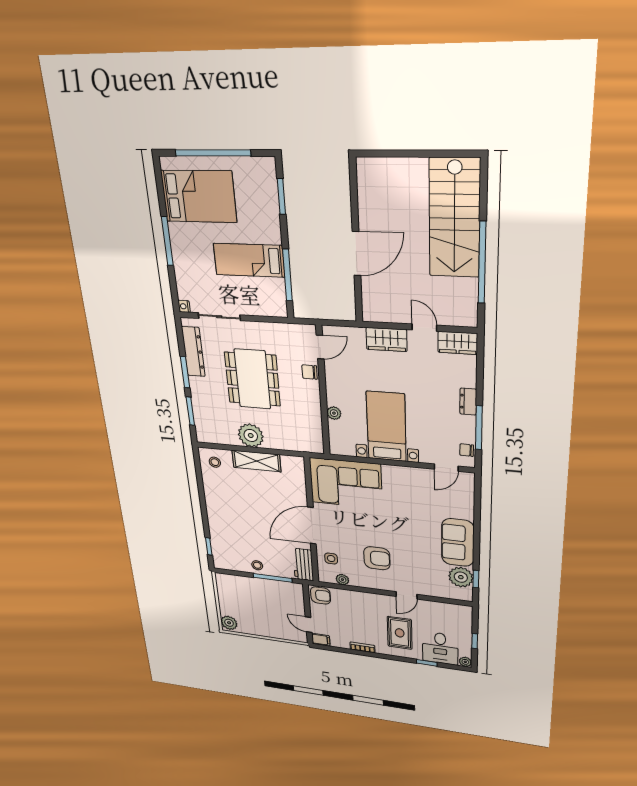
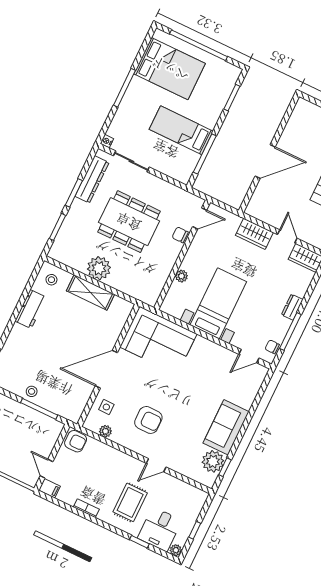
dining table: (252, 379) -> (129, 222), turned 90
workbench: (303, 565) -> (31, 309), moved, turned 180

